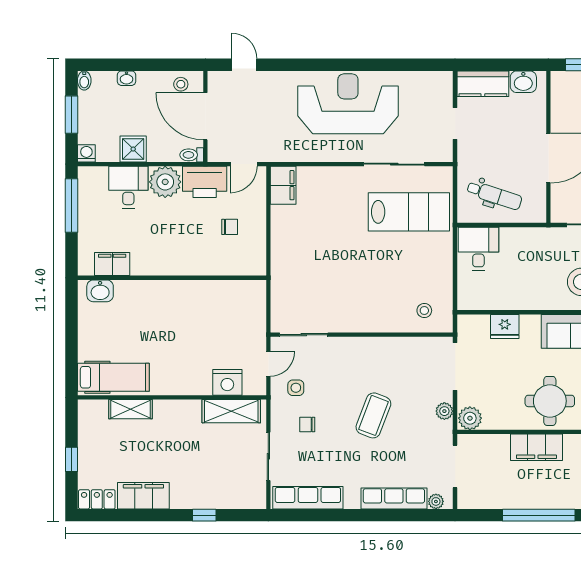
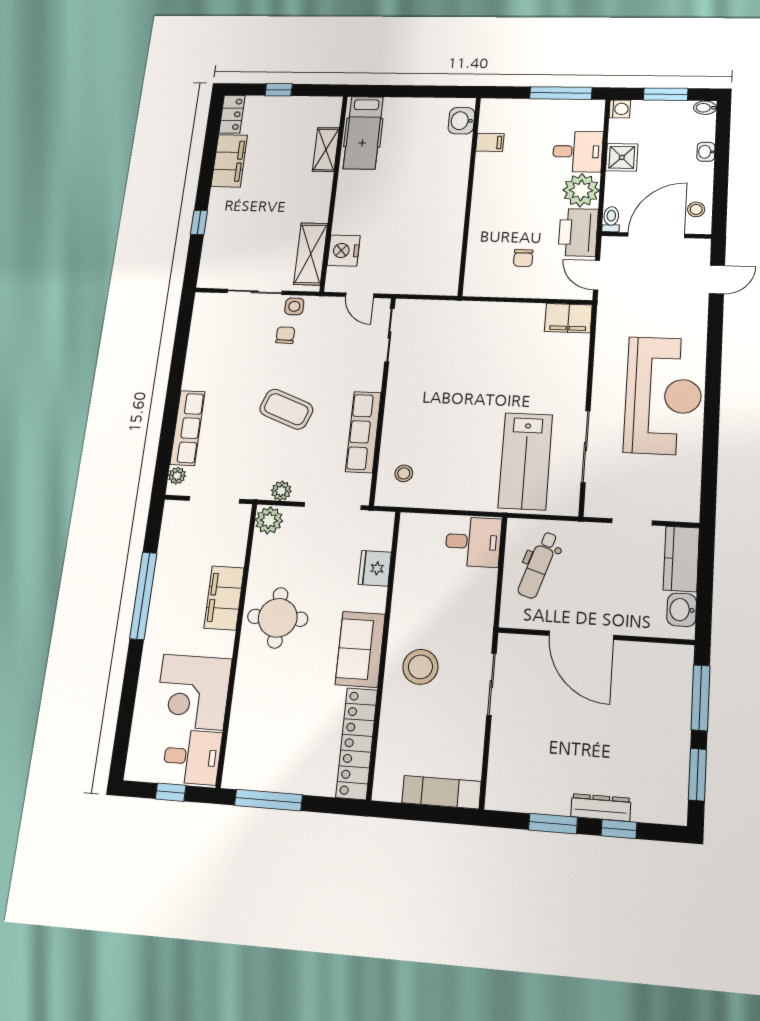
filing cabinet: (112, 264) -> (490, 142), width x0.50
side table: (296, 388) -> (294, 306), moved
row of seats: (308, 498) -> (363, 432), moved, turned 180

